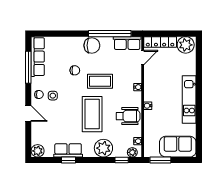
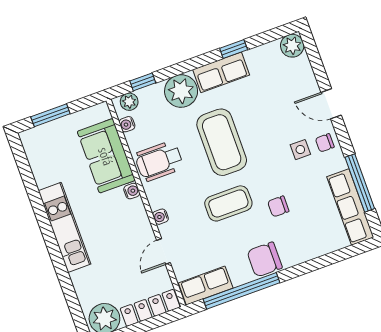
door: (143, 57) -> (163, 252), moved
sofa: (178, 147) -> (106, 156), moved, turned 90
row of seats: (68, 150) -> (221, 72), moved
window: (160, 160) -> (50, 115), moved

